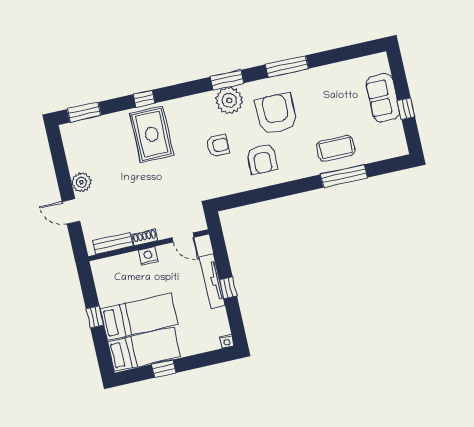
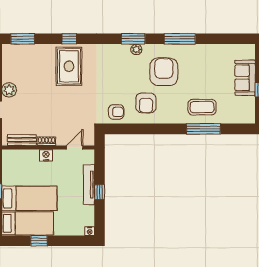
plant: (229, 100) -> (136, 49), width x0.53, depth x0.53
armchair: (218, 145) -> (116, 112), moved
door: (183, 238) -> (75, 148), swing flipped

